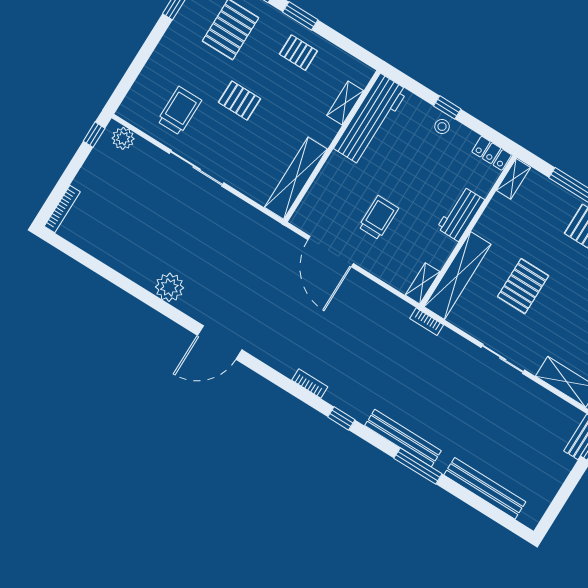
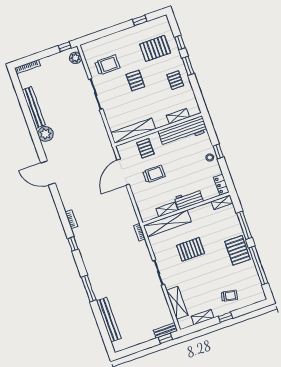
pallet: (335, 190) -> (145, 148), added
shelving: (423, 283) -> (167, 209), moved
bench: (403, 438) -> (34, 107), moved

